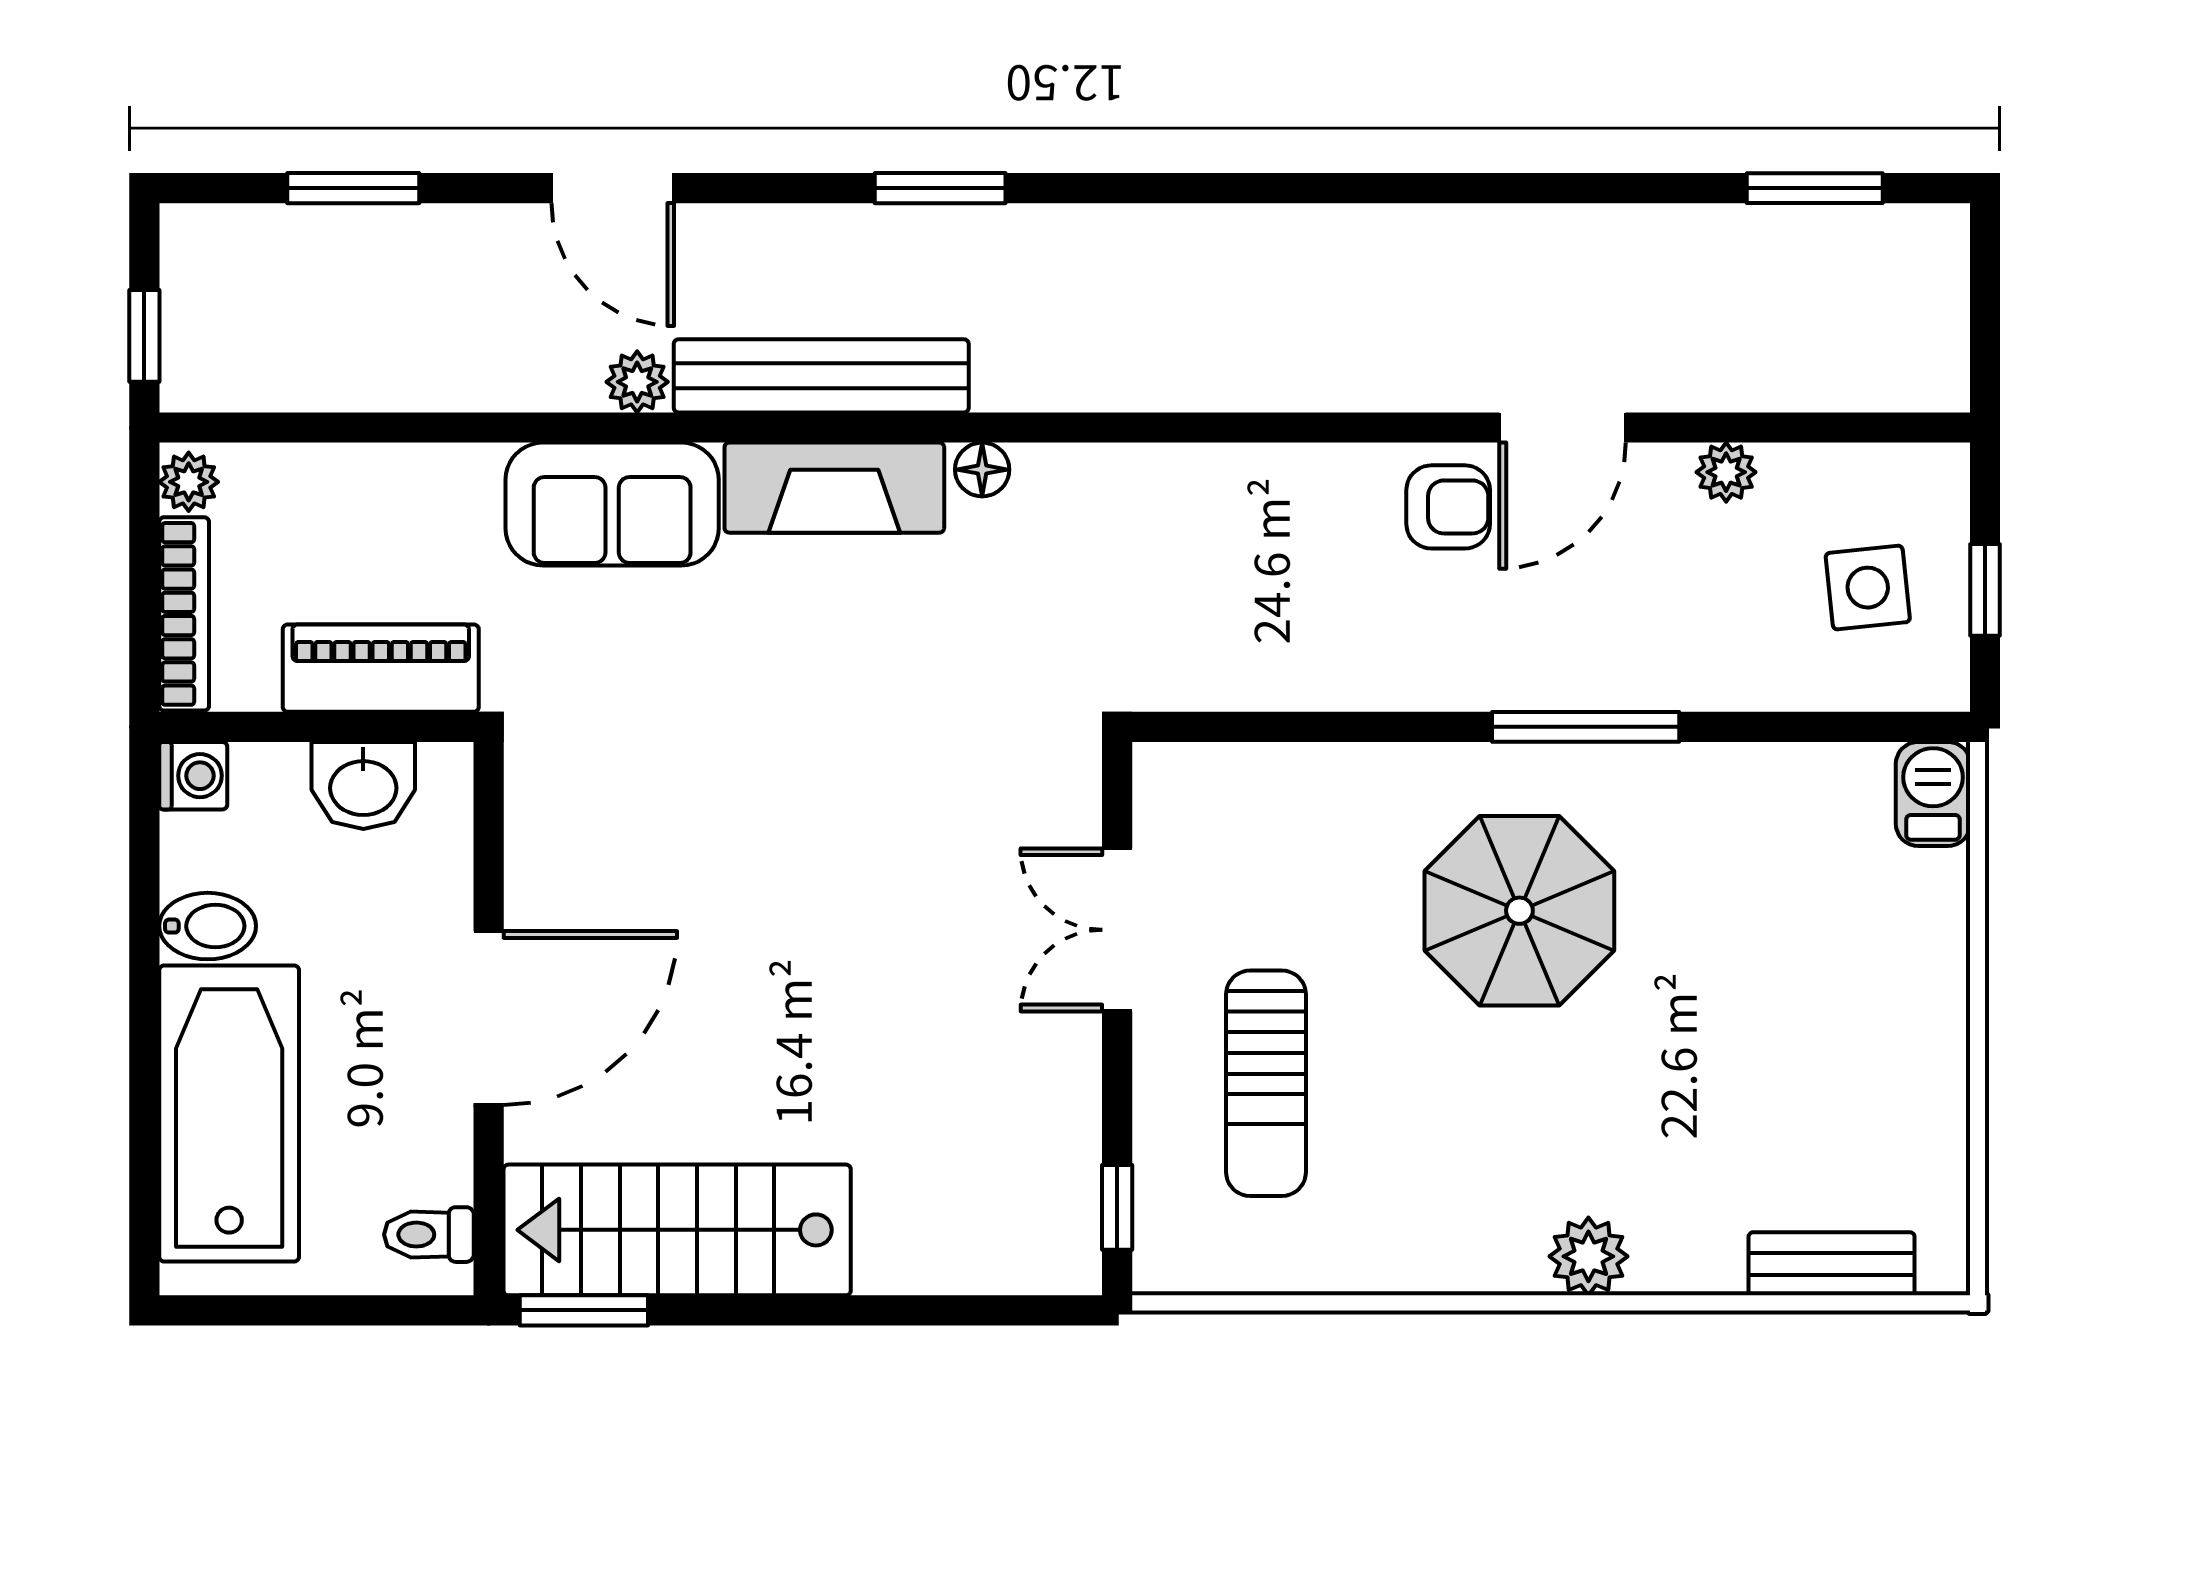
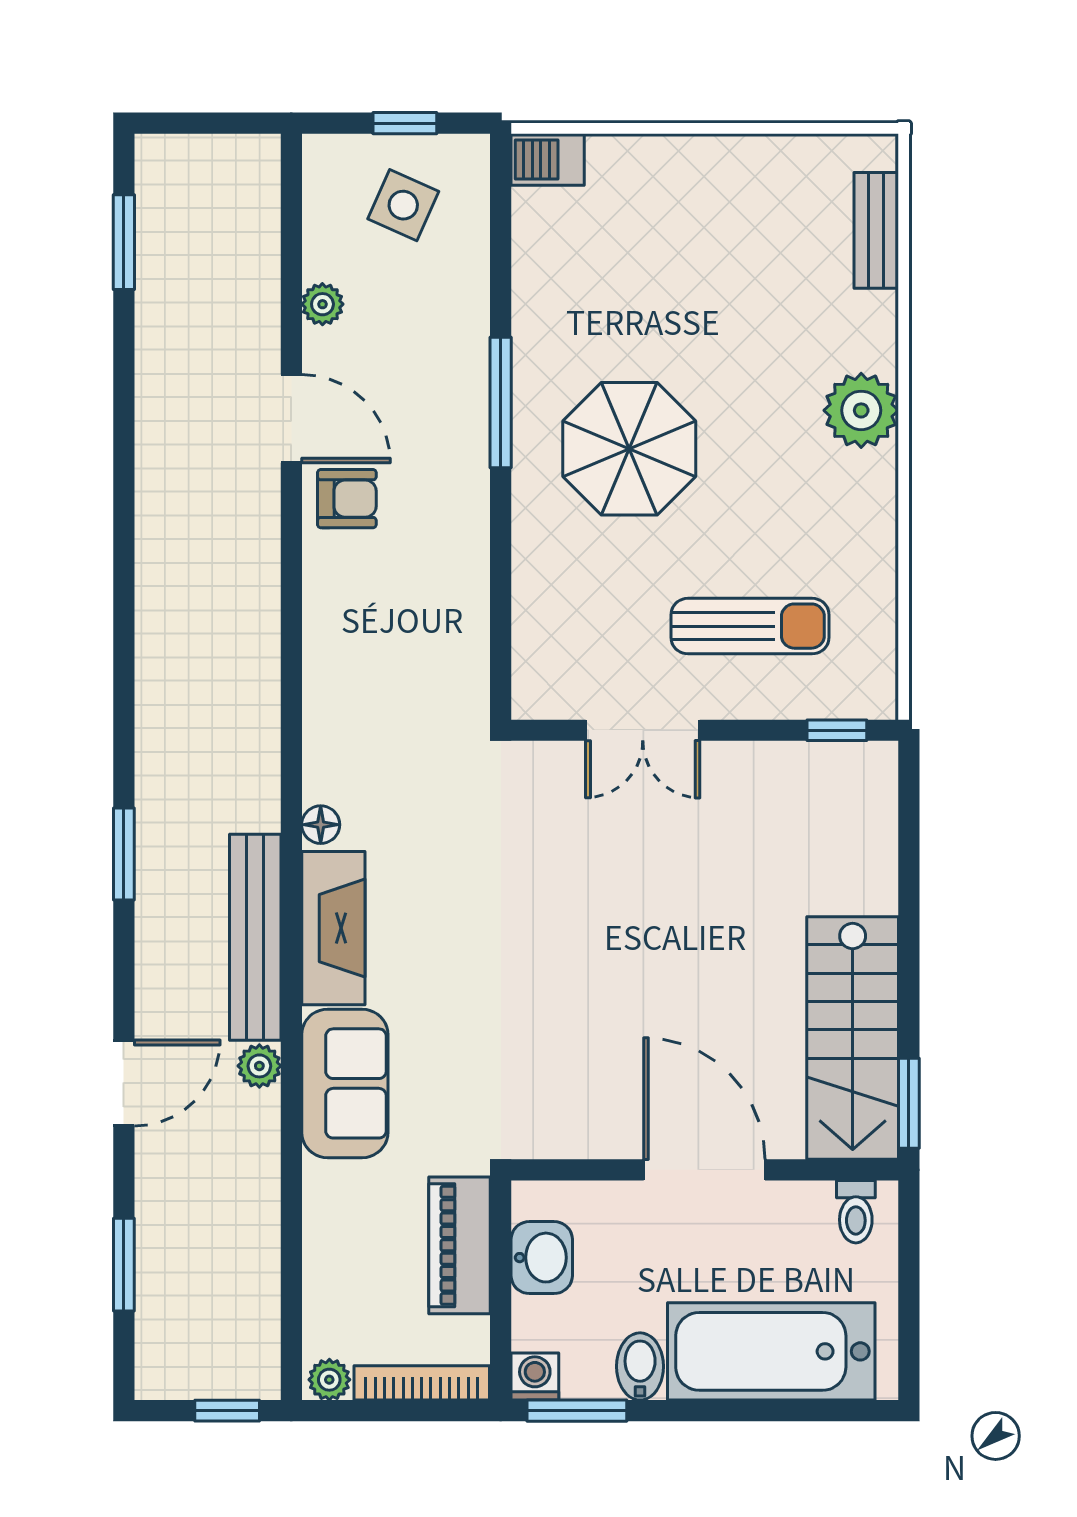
armchair: (1448, 507) -> (347, 499), turned 90
side table: (1868, 588) -> (403, 205), turned 30
window: (144, 836) -> (577, 1411), added
plant: (1588, 1256) -> (861, 410), width x1.36, depth x1.36

